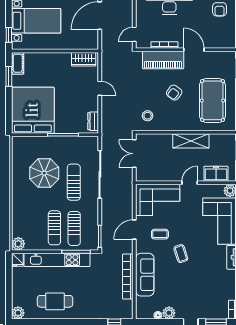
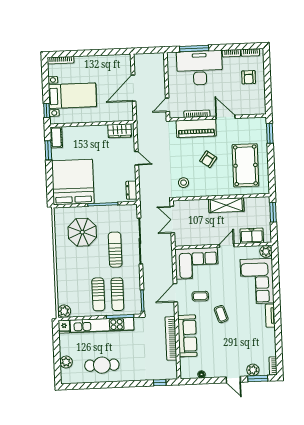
parasol: (44, 173) -> (82, 232), moved
plant: (18, 313) -> (66, 362), moved
plant: (169, 313) -> (253, 370), moved

